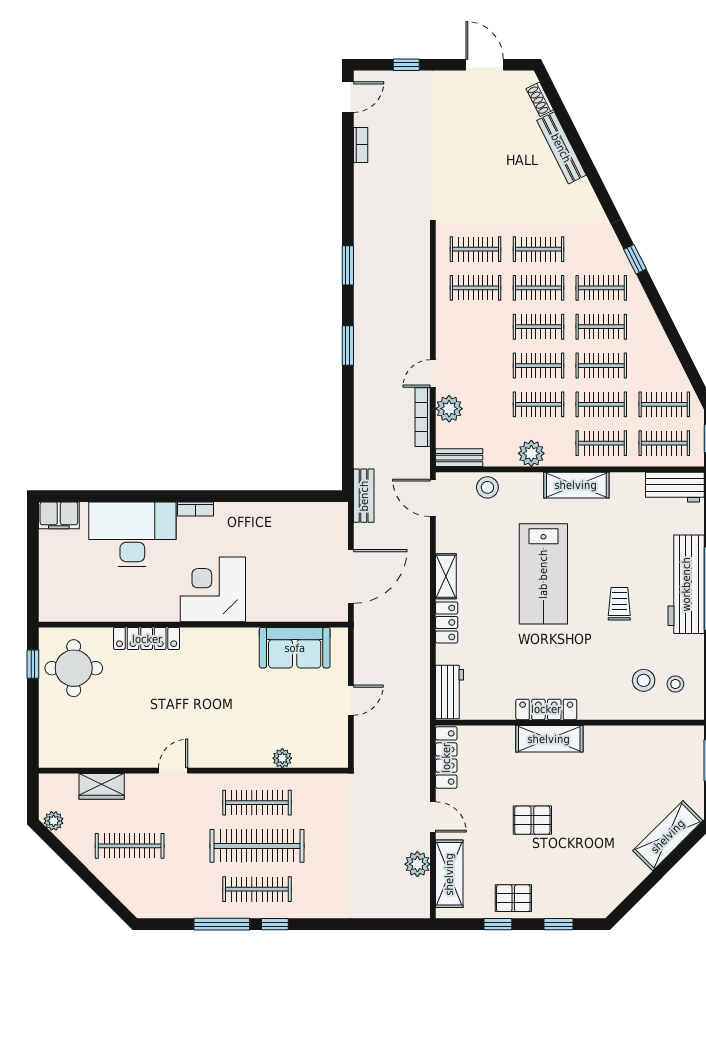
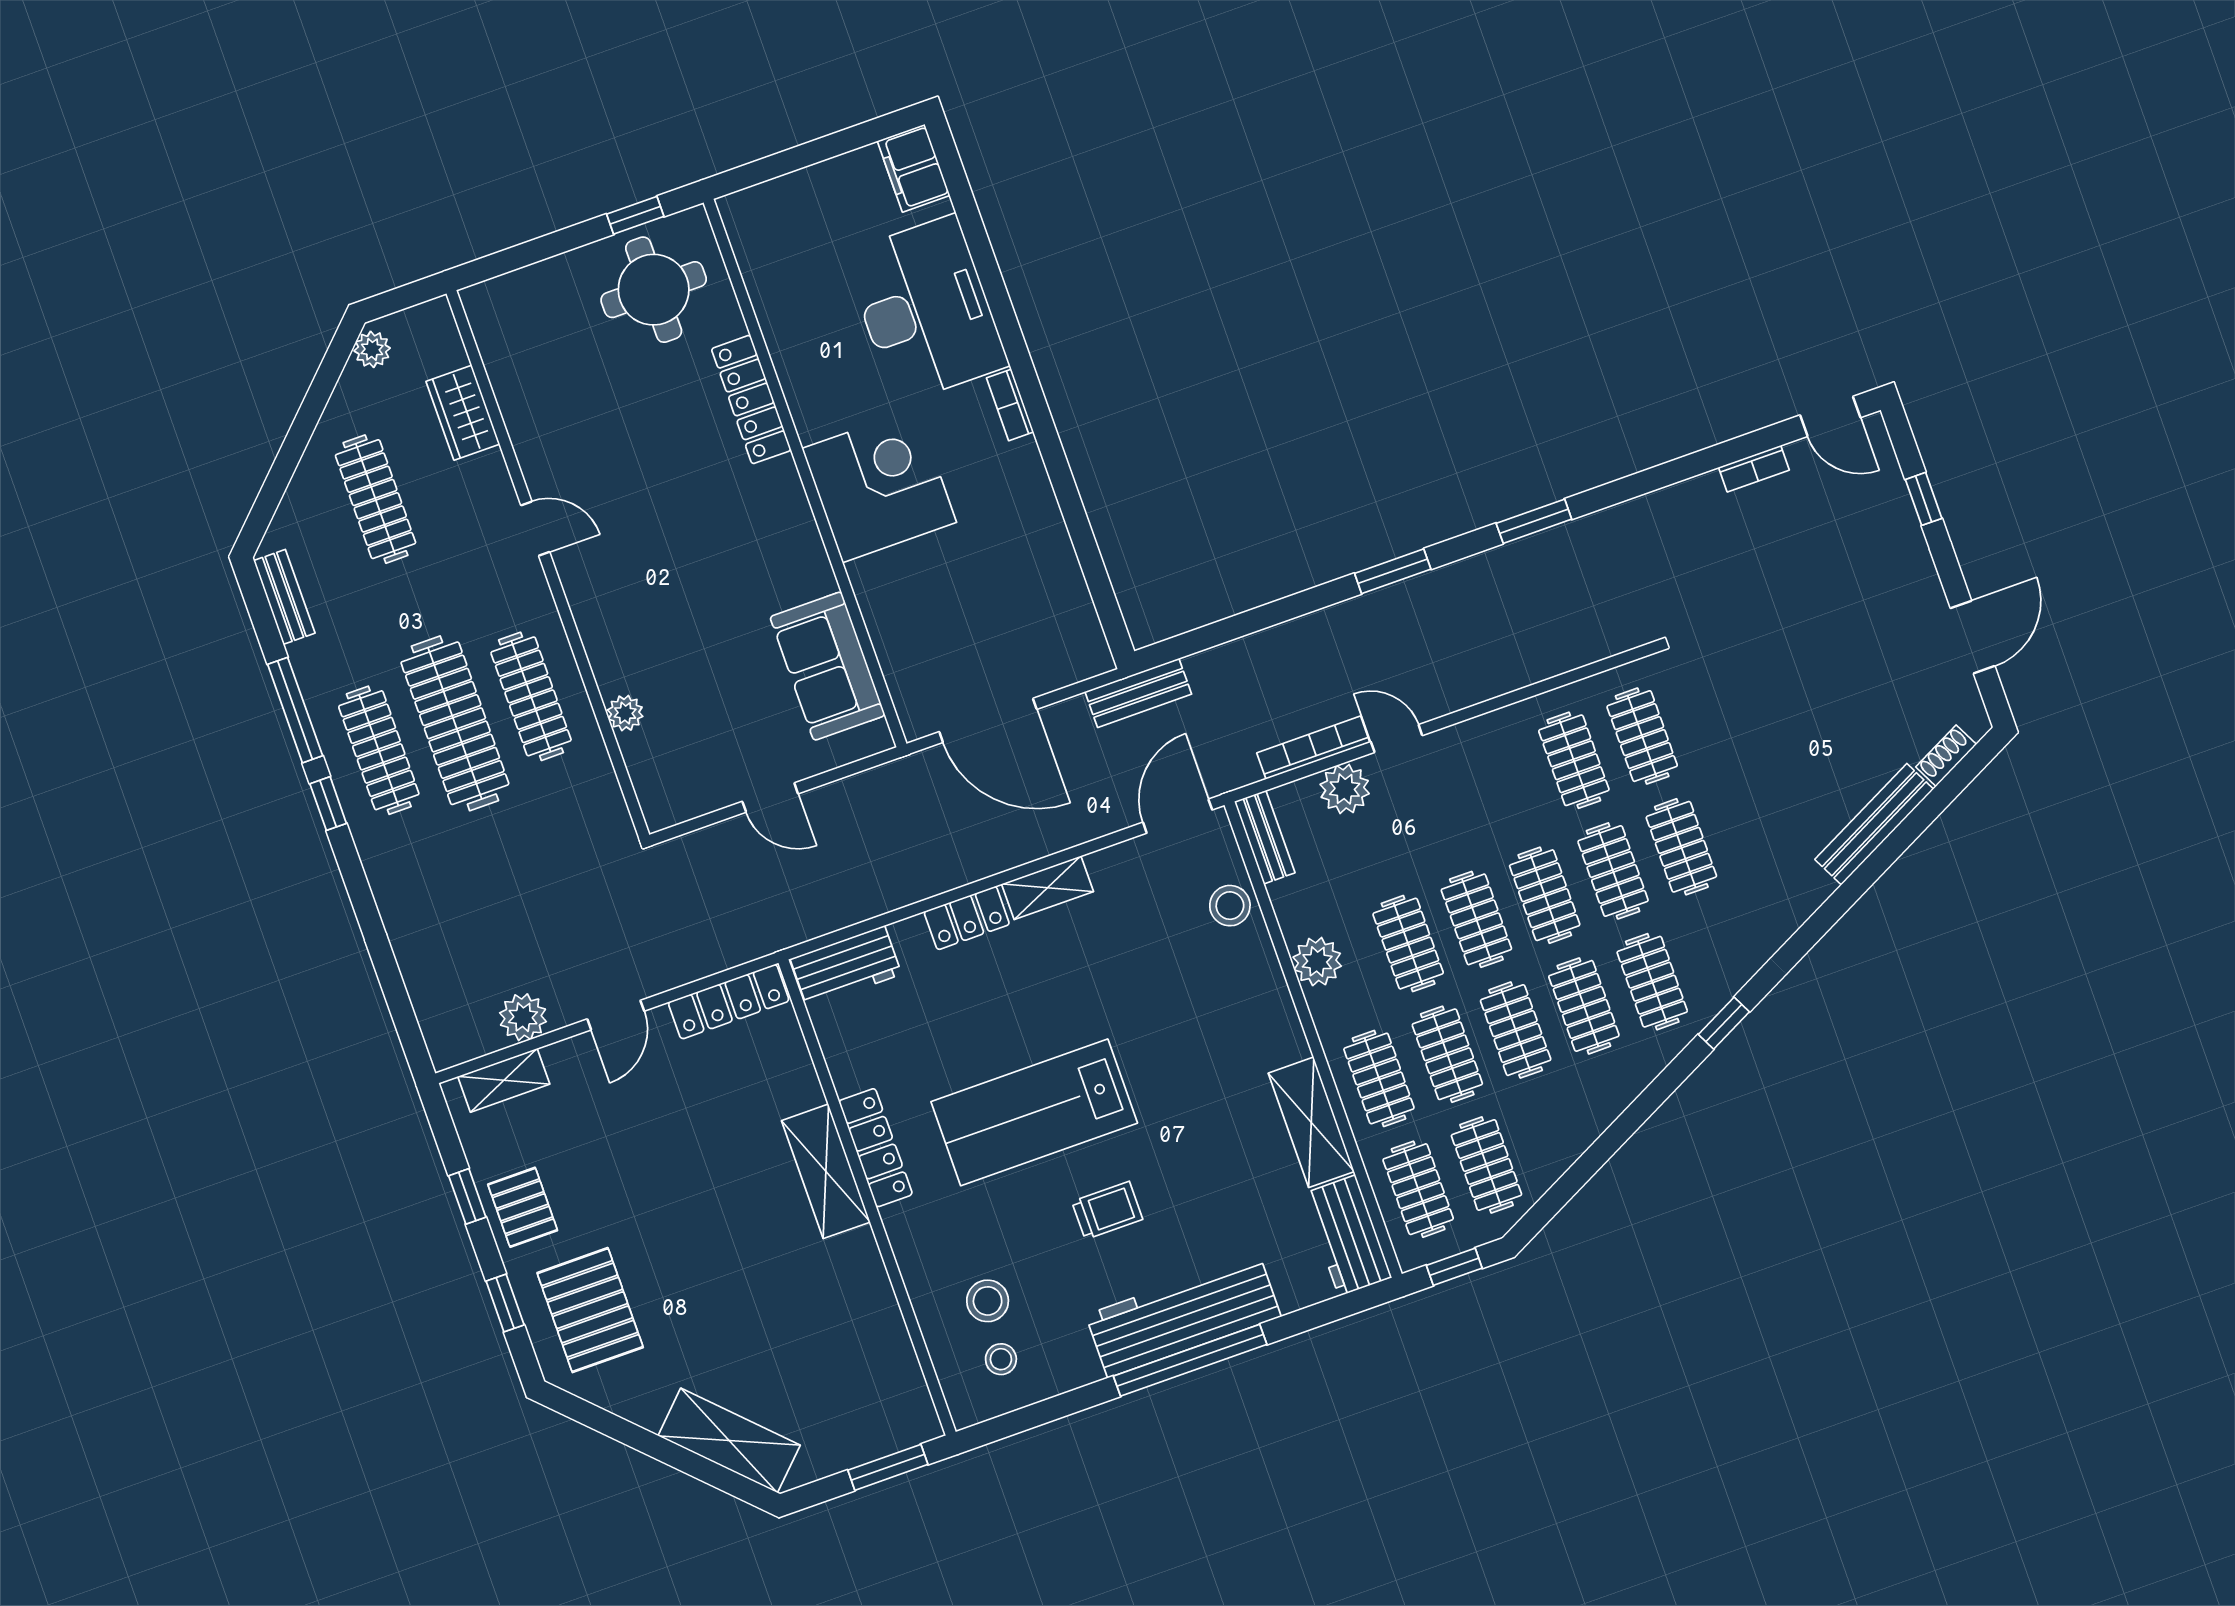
shelving: (576, 485) -> (1311, 1122), moved
lab bench: (543, 574) -> (1034, 1112), moved
pallet: (532, 820) -> (590, 1310), moved, width x1.50, depth x1.42
shelving: (449, 874) -> (504, 1080), width x0.67, depth x0.75
bench: (163, 909) -> (284, 597), added

